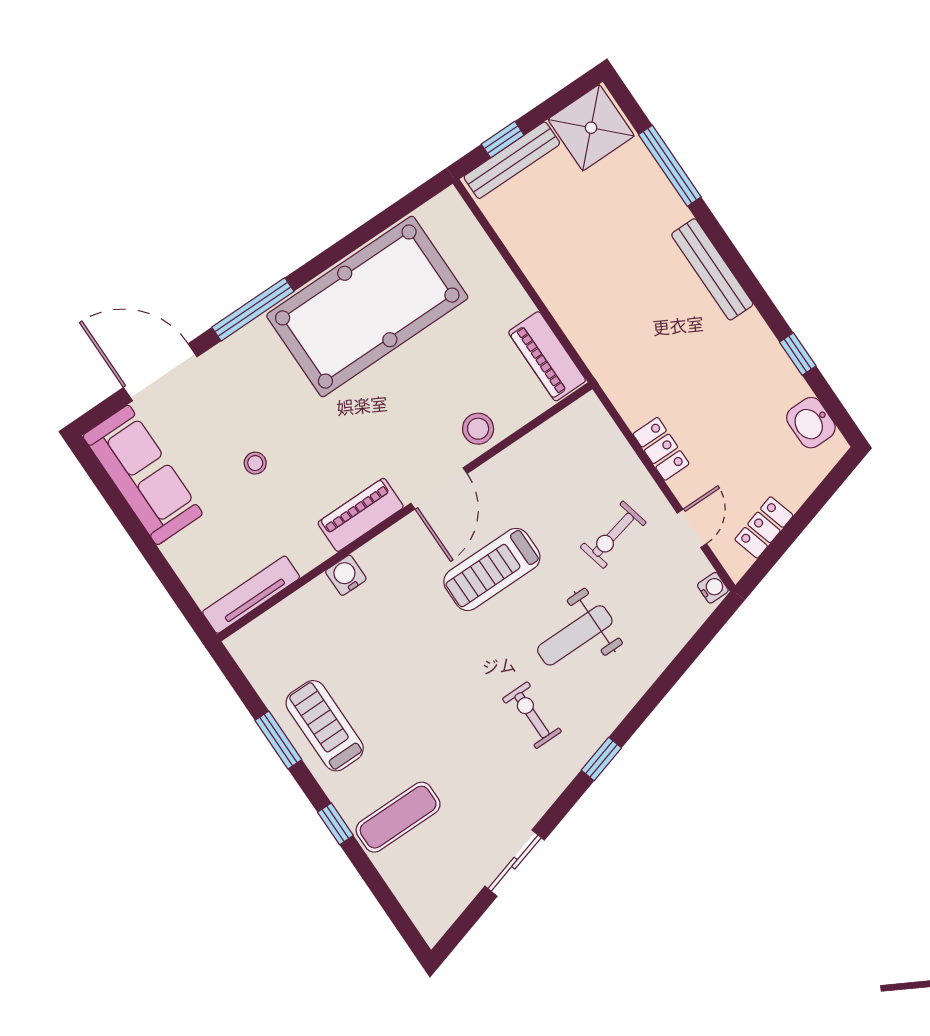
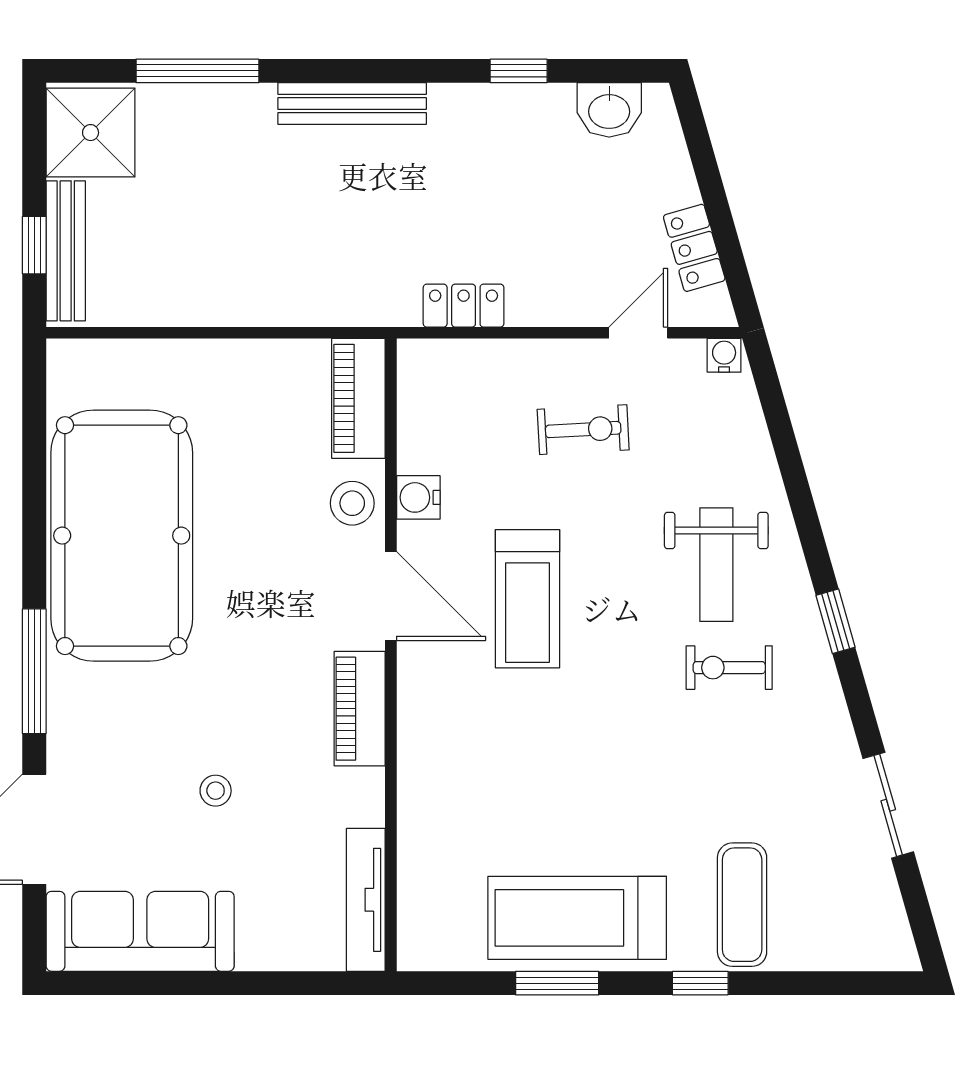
piano: (547, 356) -> (358, 398), moved, turned 90
locker: (661, 449) -> (464, 306), moved
door: (692, 528) -> (638, 333), hinge flipped
exercise bike: (613, 535) -> (583, 430), turned -80
water cooler: (346, 575) -> (418, 497), moved
weight bench: (575, 635) -> (716, 565), moved
treadmill: (325, 726) -> (577, 918), width x1.37, depth x1.38

